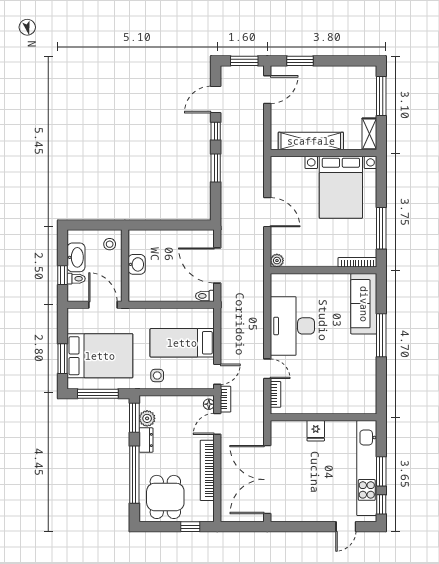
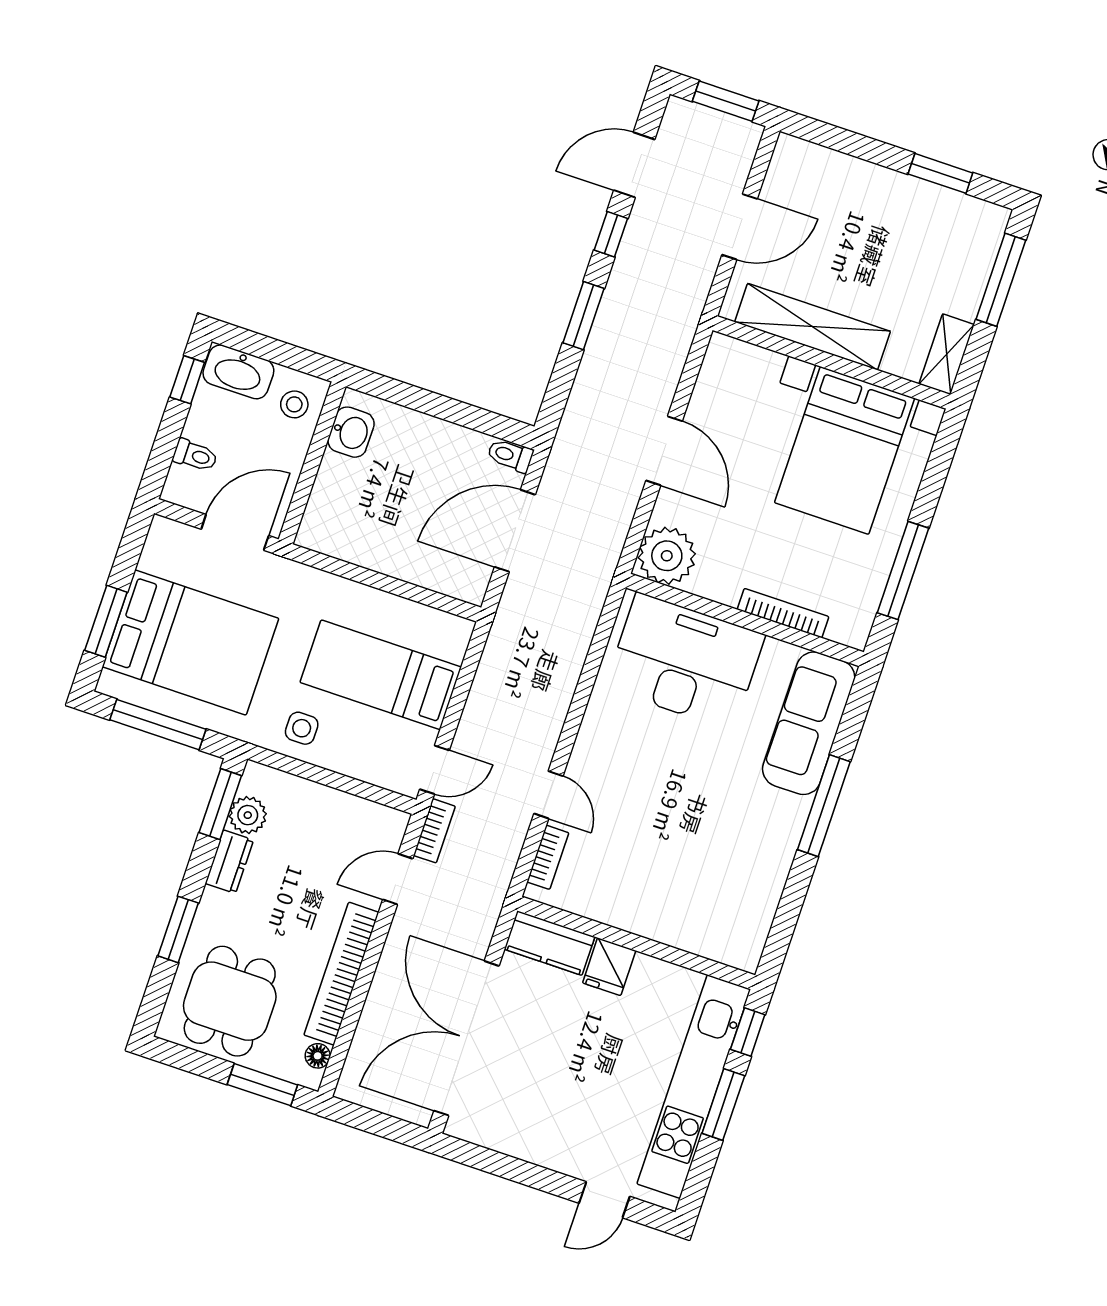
window: (300, 61) -> (940, 173), moved
door: (267, 90) -> (740, 227), moved
washbasin: (76, 257) -> (238, 372), moved, turned 90
plant: (277, 261) -> (667, 556), width x1.87, depth x1.87
bookcase: (357, 262) -> (783, 613), moved
washbasin: (137, 264) -> (351, 432), moved
door: (217, 265) -> (515, 531), hinge flipped
window: (62, 275) -> (187, 380), moved
toilet: (205, 296) -> (510, 455), moved
door: (103, 305) -> (235, 532), hinge flipped
desk: (292, 326) -> (685, 661), moved, turned 90
floor lamp: (209, 404) -> (318, 1056), moved
kitchen counter: (288, 429) -> (550, 943), added
window: (134, 475) -> (178, 929), width x0.47
window: (381, 504) -> (748, 1032), moved
window: (190, 527) -> (262, 1085), width x1.50

